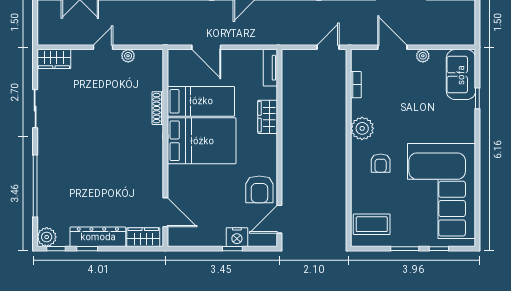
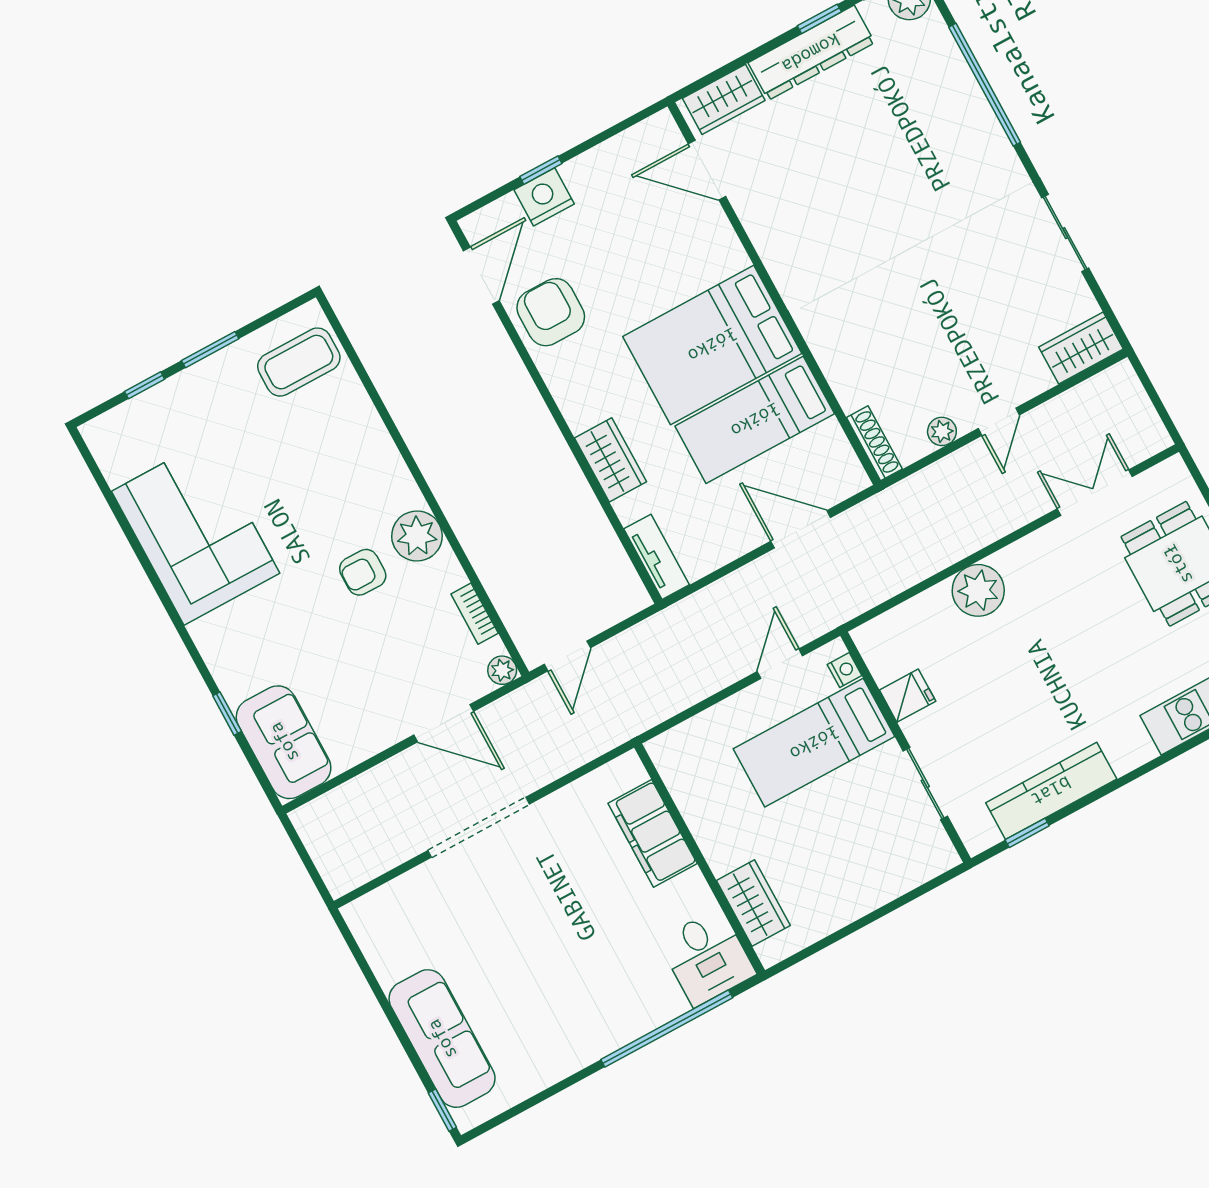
plant: (423, 56) -> (502, 670), moved
shoe rack: (158, 108) -> (874, 443), moved
armchair: (381, 163) -> (363, 572), moved, turned -90
corner sofa: (442, 191) -> (196, 532), width x0.73, depth x0.74

